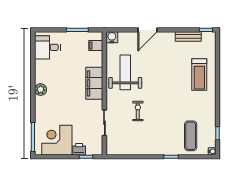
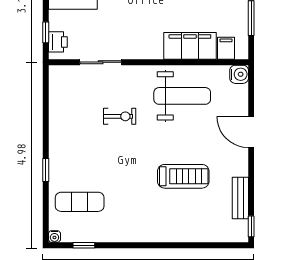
treadmill: (199, 74) -> (183, 176), moved, turned 180
filing cabinet: (94, 83) -> (190, 46), moved
printer: (79, 149) -> (58, 42), moved

